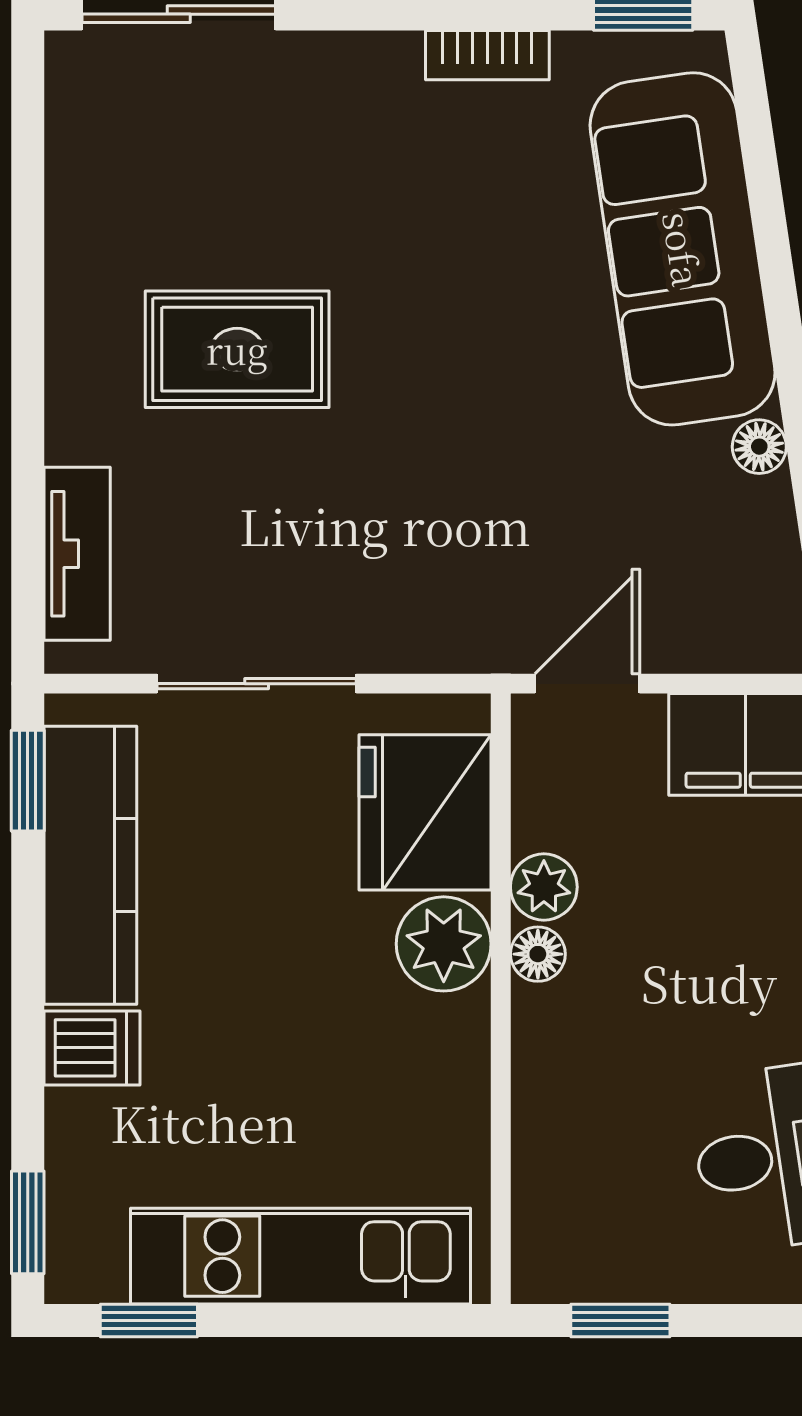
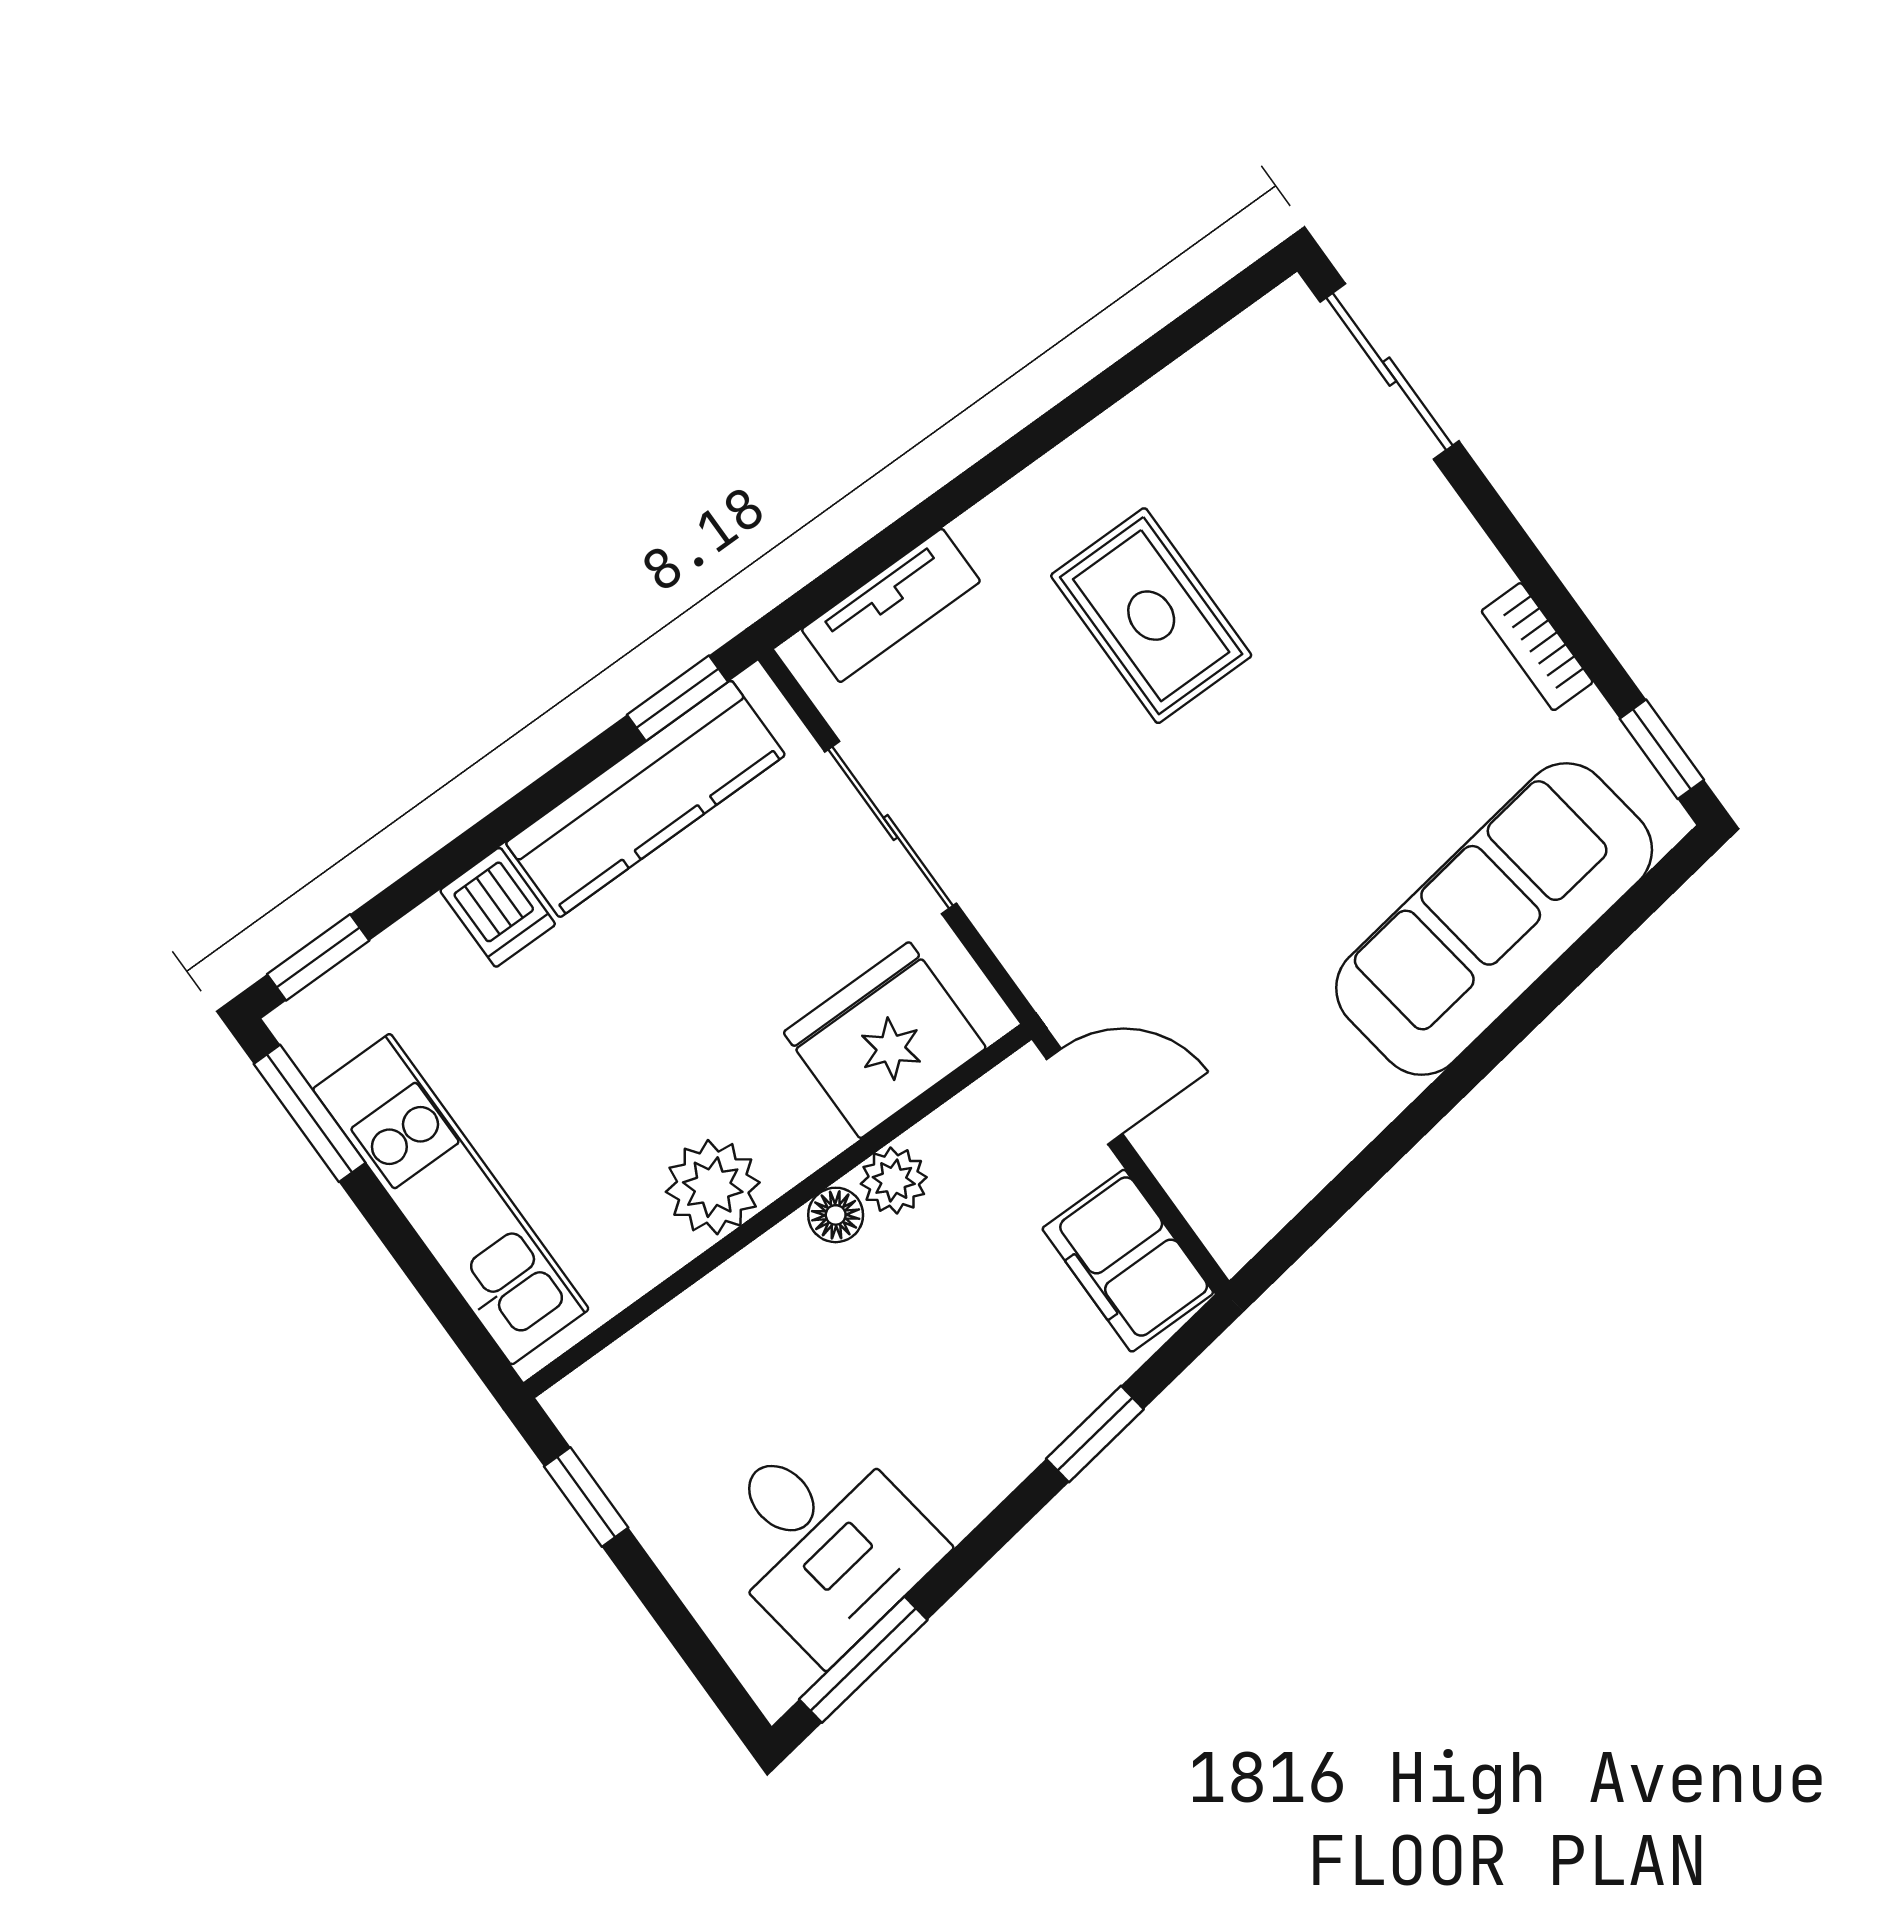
floor lamp: (759, 447) -> (1378, 1097), removed
plant: (444, 944) -> (713, 1187), moved
window: (149, 1320) -> (310, 1113), width x1.50

